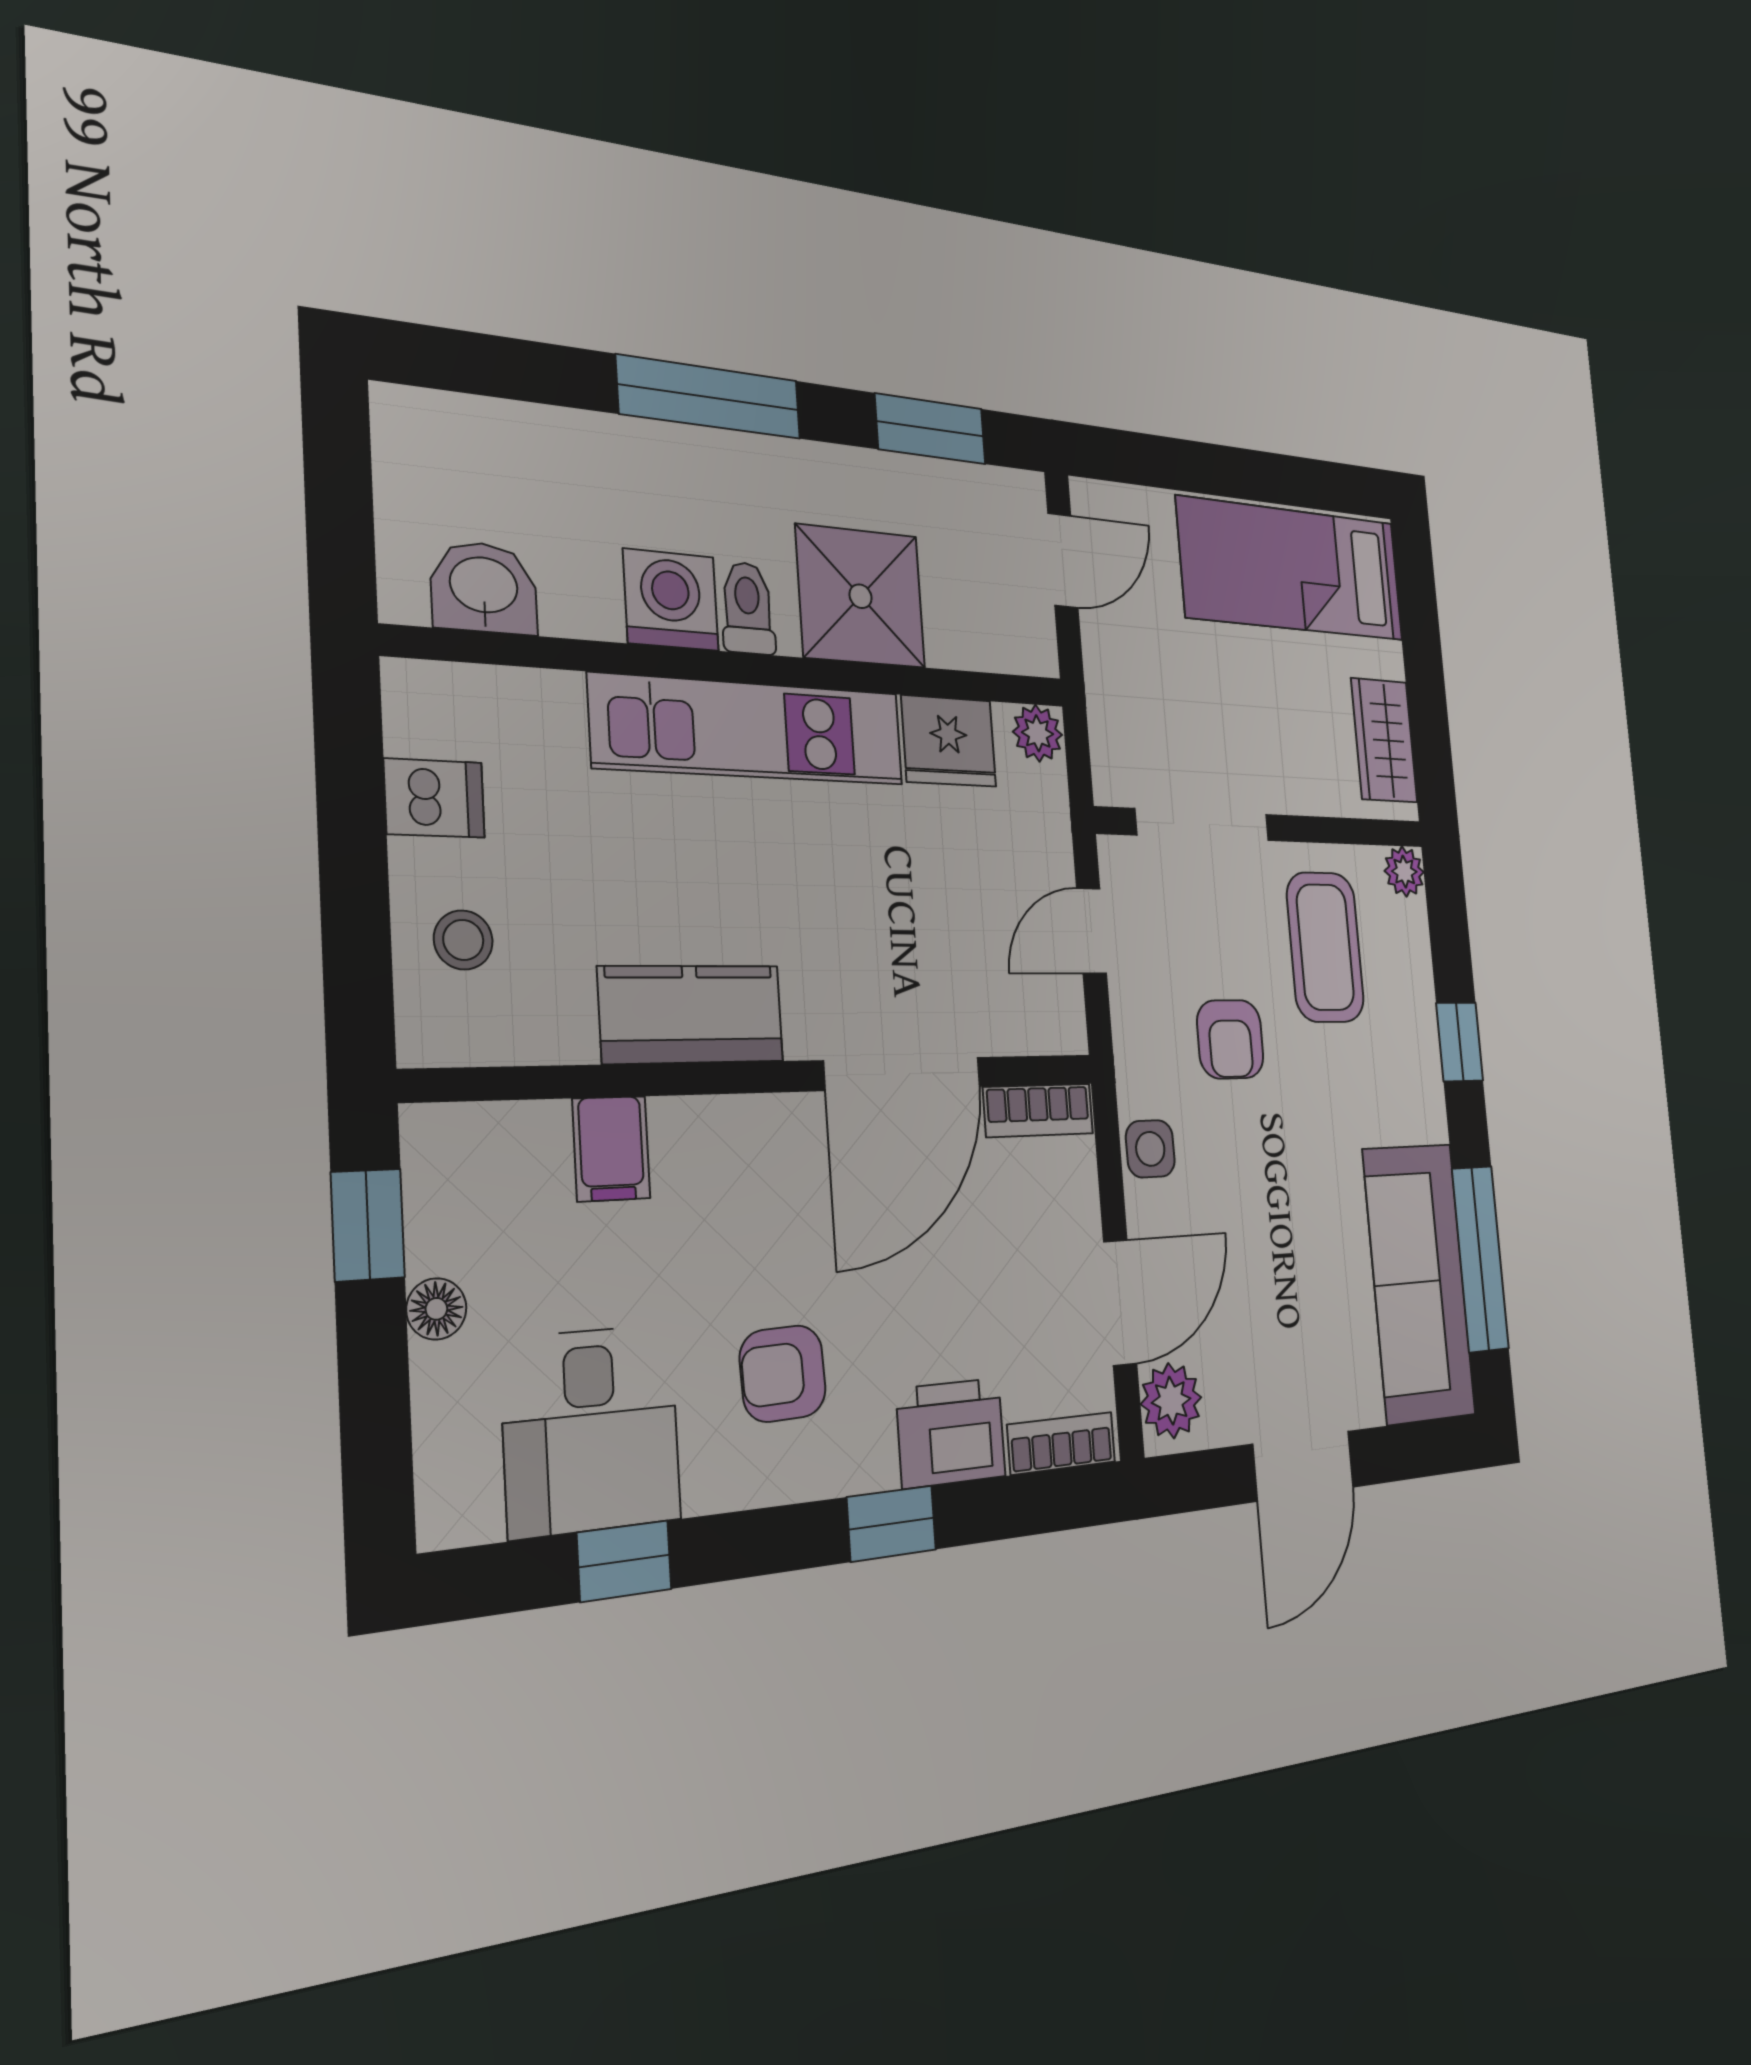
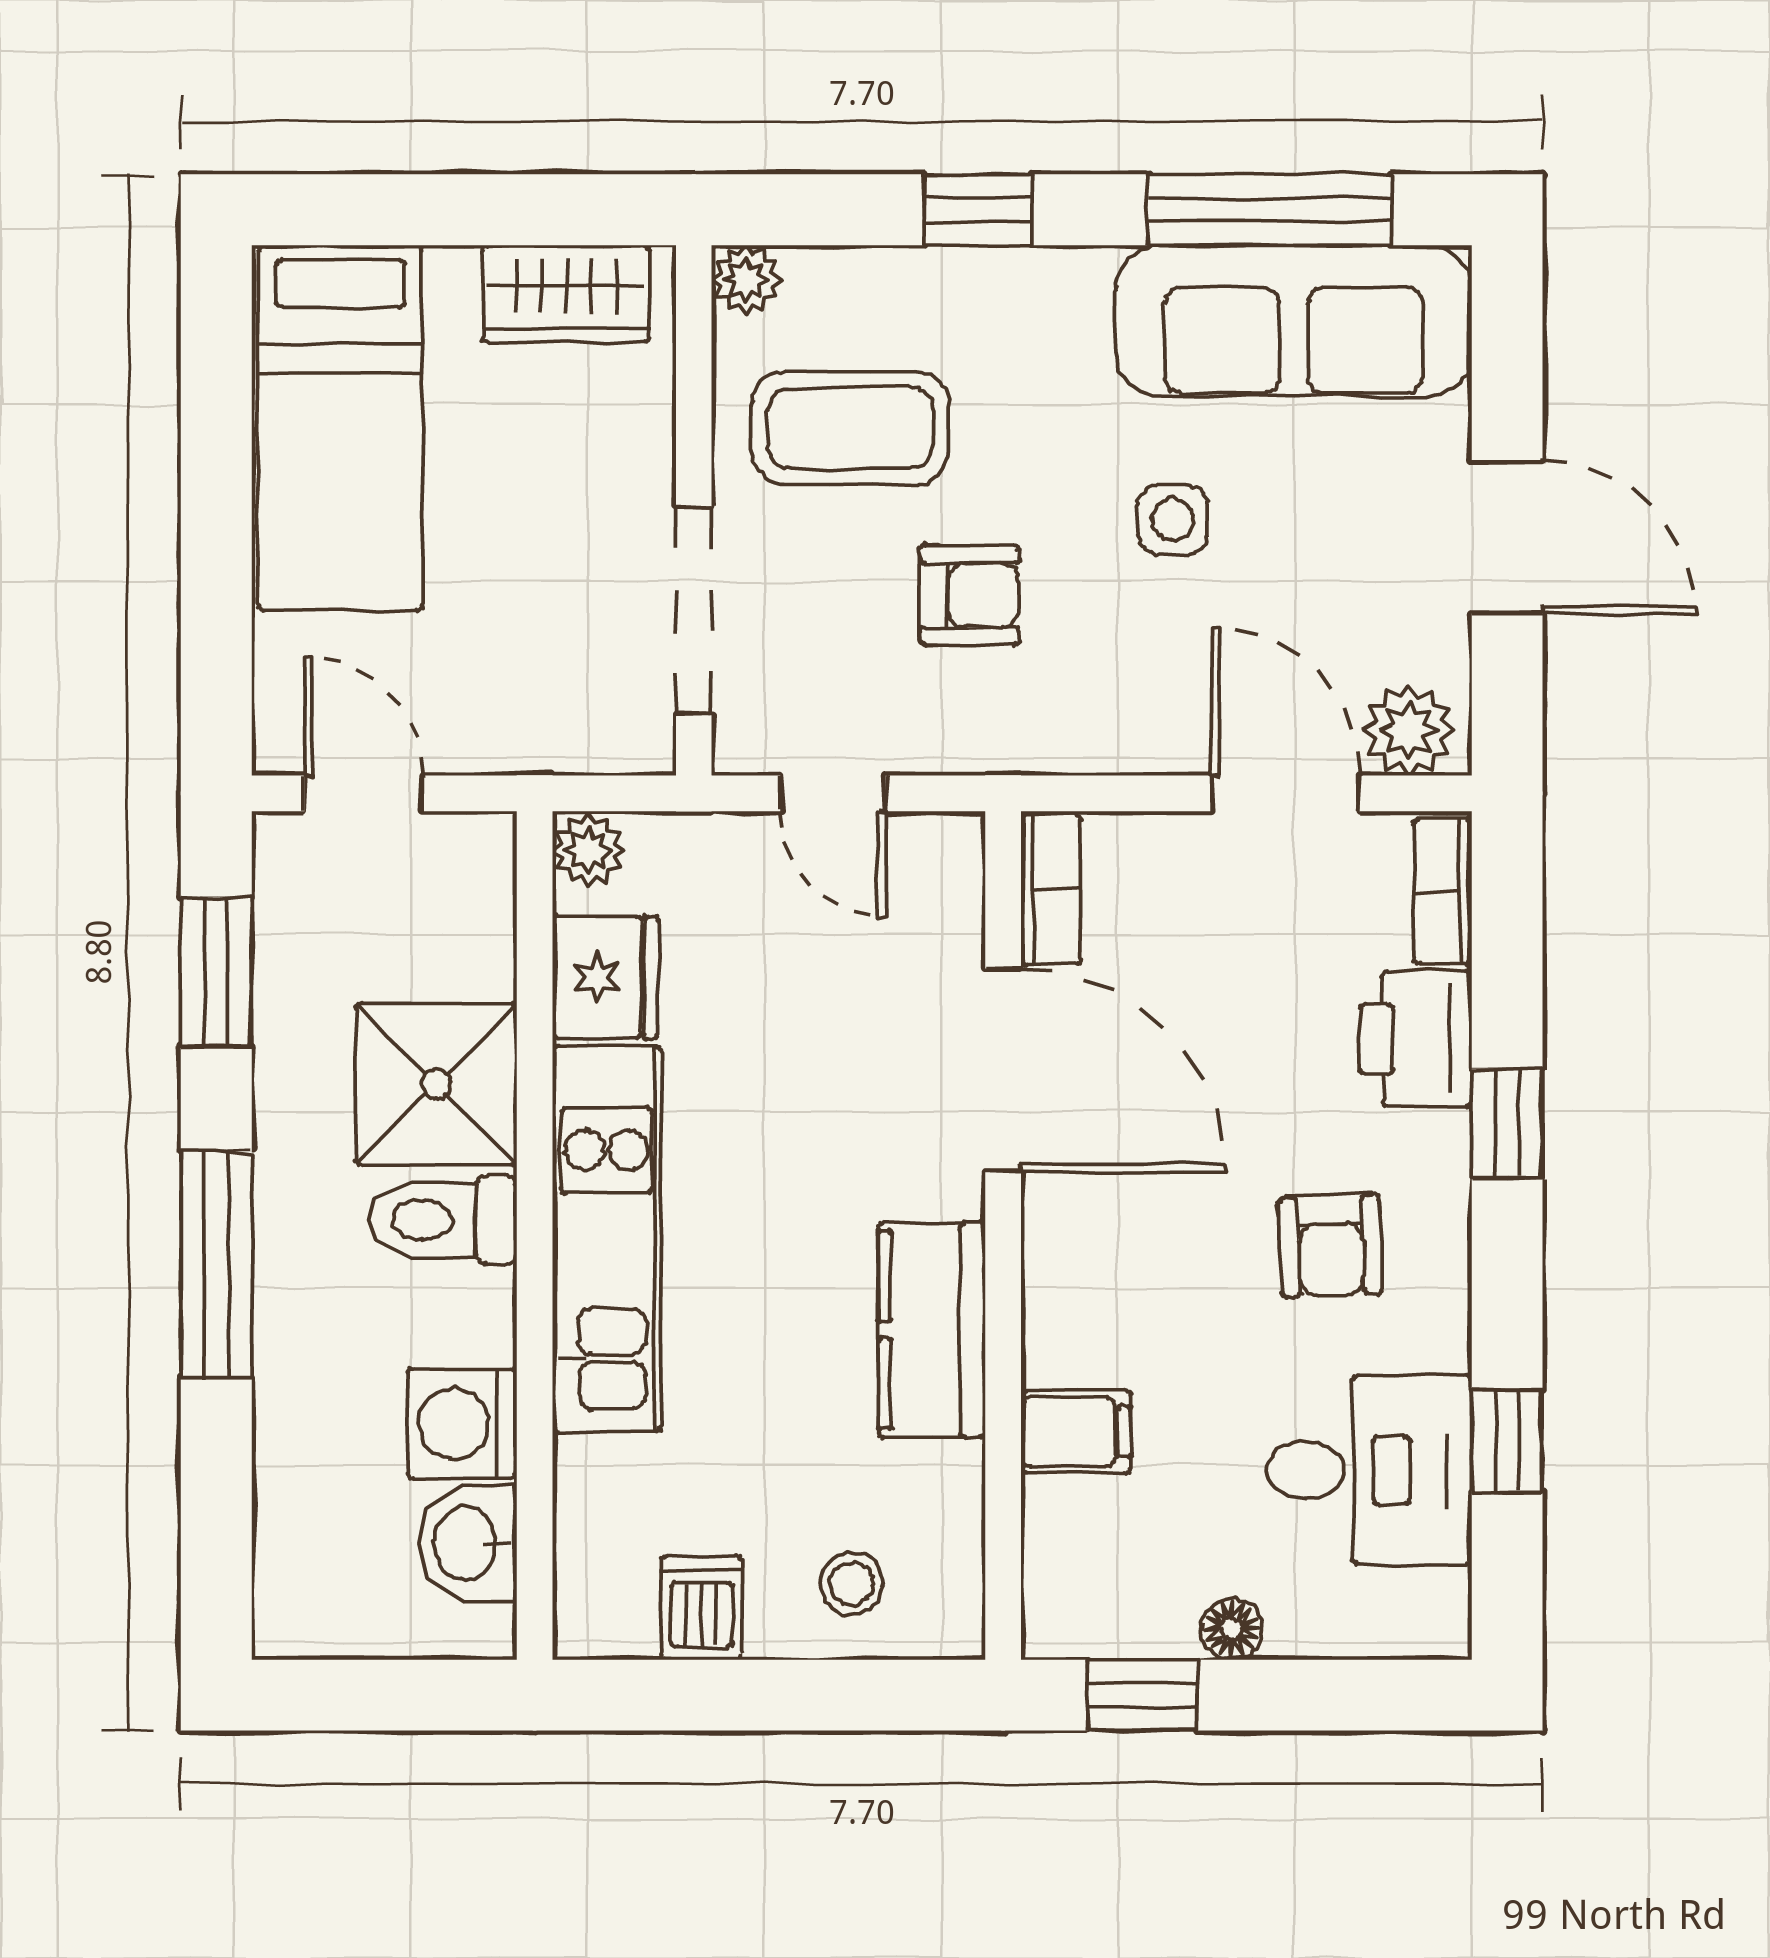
washing machine: (671, 600) -> (462, 1424), moved
toilet: (748, 608) -> (443, 1220), width x1.37, depth x1.39
side table: (1150, 1149) -> (1173, 520), moved

